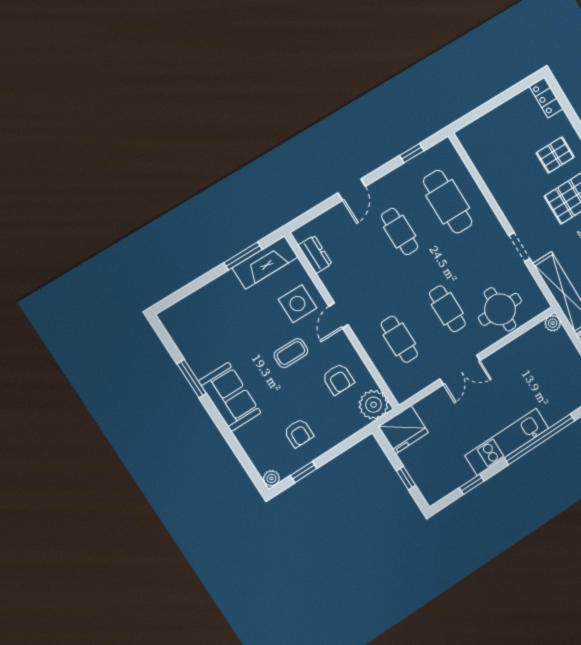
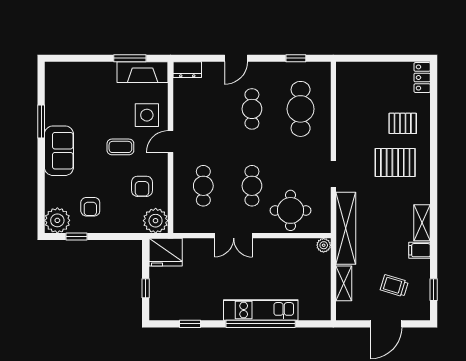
dresser: (315, 254) -> (187, 70), moved, turned 90
kitchen unit: (507, 442) -> (261, 310), moved
plant: (271, 478) -> (57, 220), width x1.88, depth x1.88

